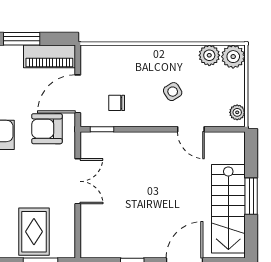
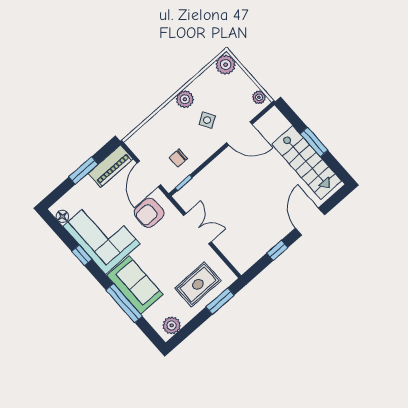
plant: (209, 55) -> (185, 99), moved
door: (191, 129) -> (239, 134), width x1.37
rug: (34, 232) -> (198, 284), turned 90

